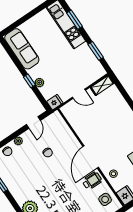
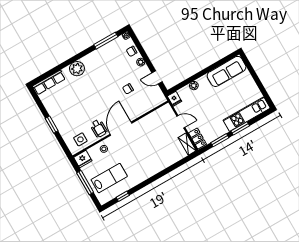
window: (75, 20) -> (240, 128), moved
locker: (96, 75) -> (198, 139), added
window: (29, 81) -> (196, 76), removed
door: (79, 94) -> (181, 122), swing flipped
door: (91, 157) -> (121, 129), hinge flipped

